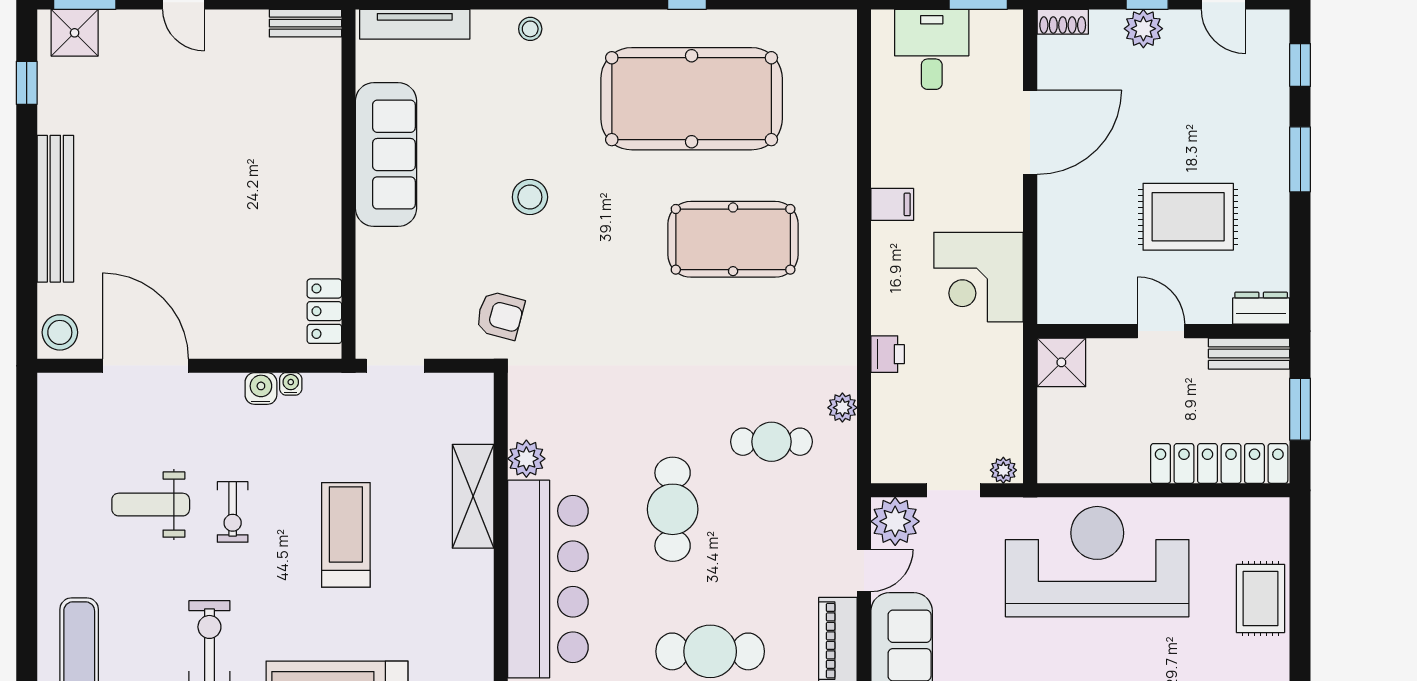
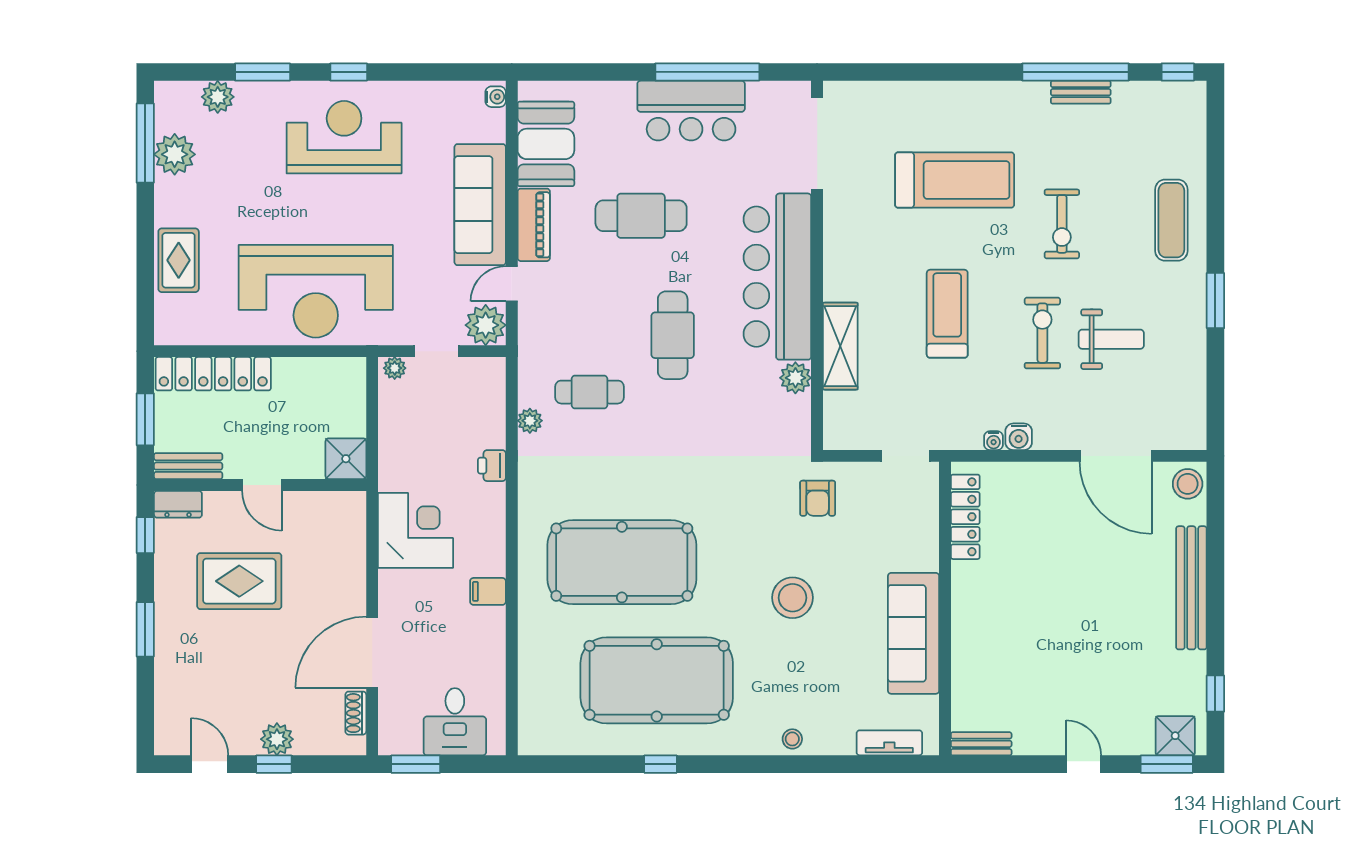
shoe rack: (1063, 22) -> (356, 713), moved, turned -90
tv unit: (415, 24) -> (889, 743), width x0.71
window: (1300, 65) -> (145, 535), moved
stool: (530, 197) -> (793, 598), width x1.38, depth x1.38
pool table: (733, 239) -> (622, 562), width x1.36, depth x1.32
locker: (324, 311) -> (965, 517), width x1.53
armchair: (500, 315) -> (818, 498), turned -105
exercise bike: (233, 512) -> (1042, 333), width x1.38, depth x1.39
treadmill: (346, 535) -> (947, 314), turned 180
window: (27, 551) -> (1215, 301), added

